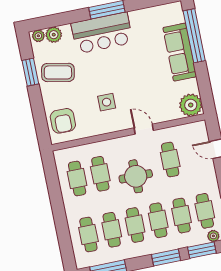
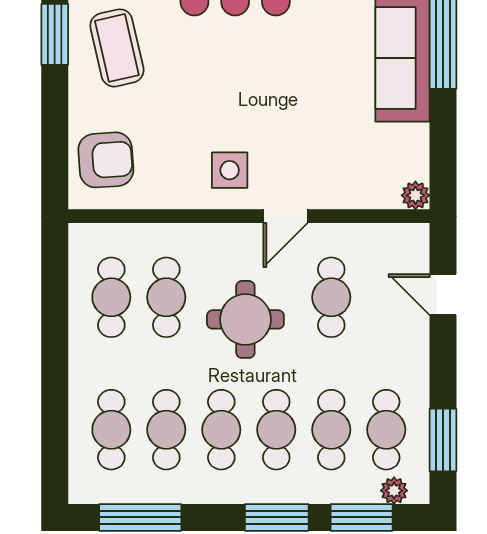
coffee table: (58, 72) -> (117, 48), turned 66
side table: (107, 102) -> (230, 170), moved
plant: (191, 105) -> (415, 195), width x0.53, depth x0.53
armchair: (63, 121) -> (106, 160), turned -94
door: (144, 129) -> (285, 216), swing flipped

